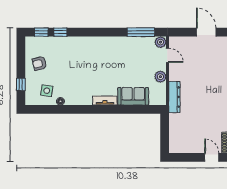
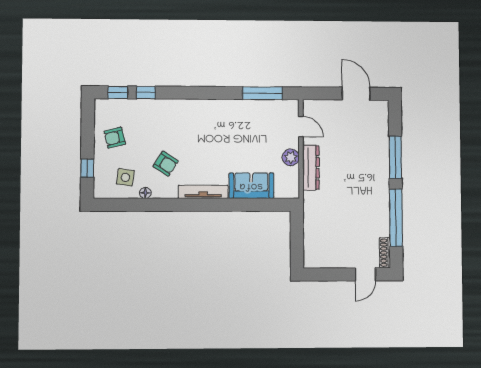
plant: (161, 42) -> (291, 108), removed
armchair: (74, 81) -> (166, 164), added
dresser: (174, 97) -> (311, 168), moved
tv unit: (105, 101) -> (203, 192), width x1.41
door: (212, 157) -> (365, 274), swing flipped

